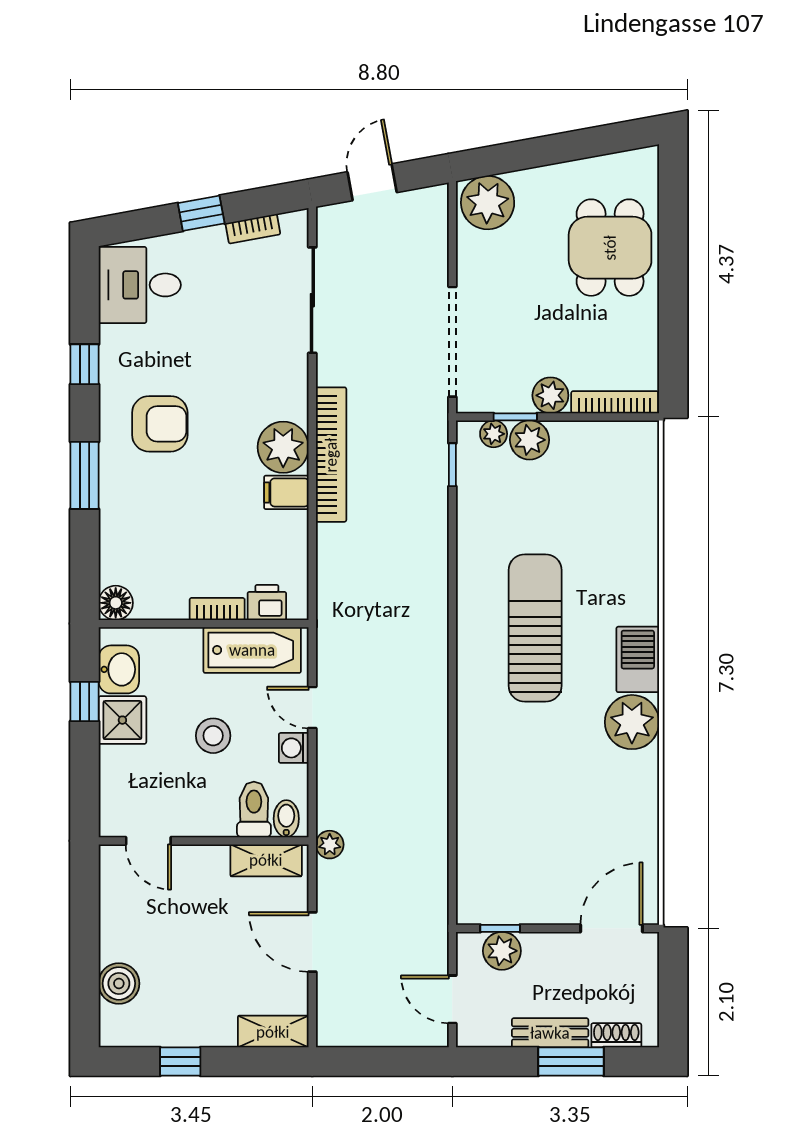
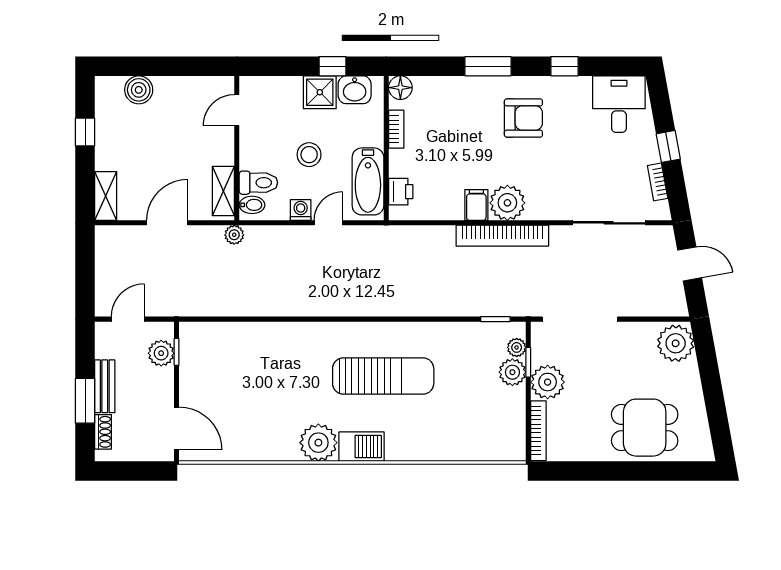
plant: (550, 395) -> (548, 382), width x1.36, depth x1.36
armchair: (160, 424) -> (523, 118), turned -90
bookcase: (217, 609) -> (396, 129), moved

